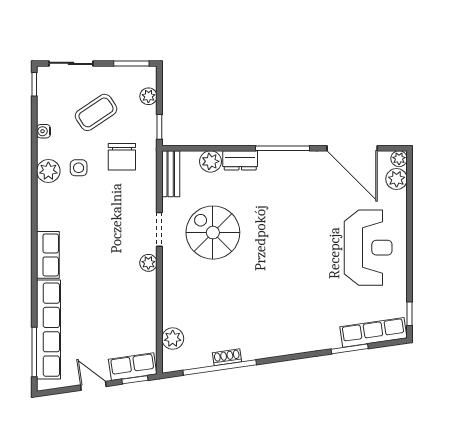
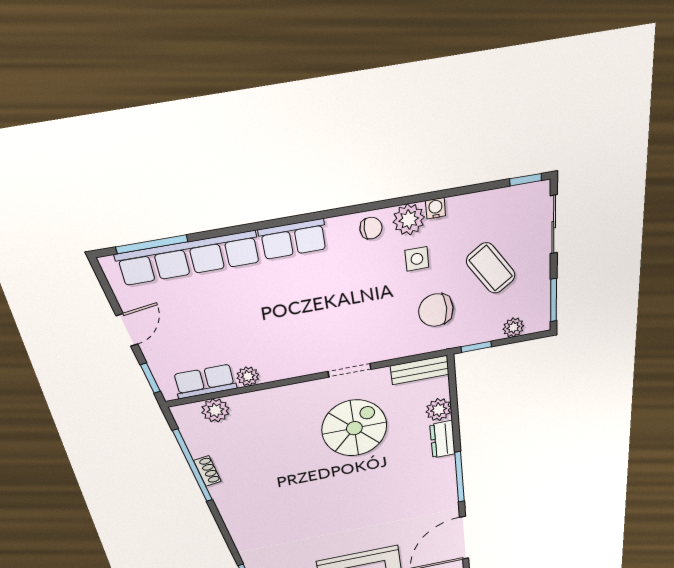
water cooler: (44, 131) -> (436, 208), moved
chair: (50, 199) -> (371, 228), added
plant: (148, 263) -> (248, 376), moved
row of seats: (133, 367) -> (205, 382), moved, turned -82

